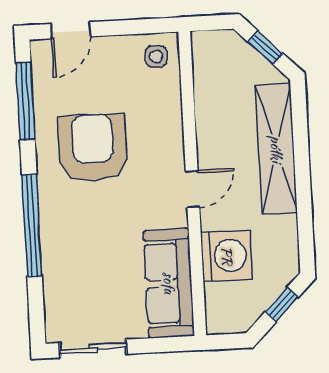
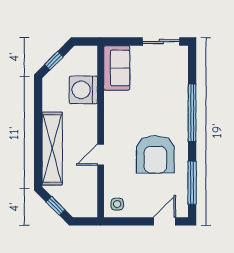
door: (193, 189) -> (101, 155), moved
sofa: (169, 283) -> (117, 68), width x0.73

